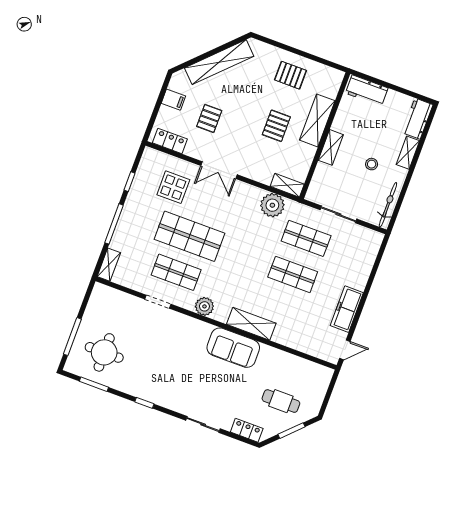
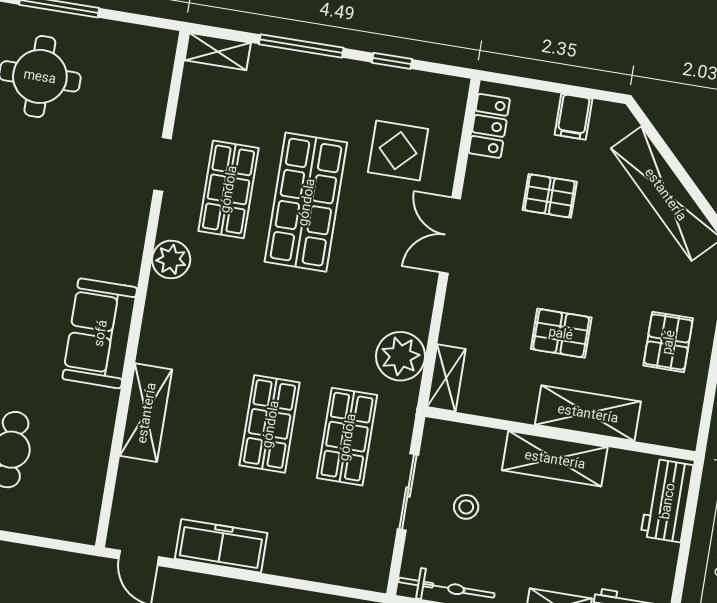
shelving: (331, 147) -> (555, 459), width x1.50, depth x1.33
stool: (372, 164) -> (466, 507), moved
shelving: (251, 324) -> (146, 413), moved

